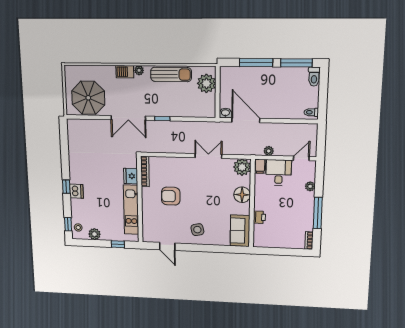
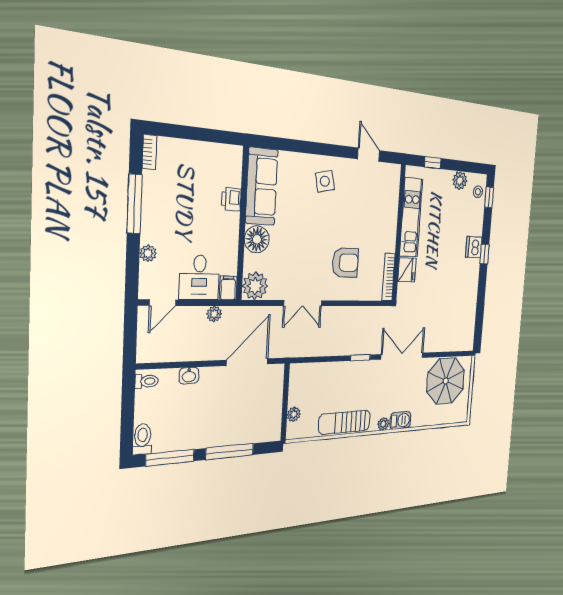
plant: (206, 83) -> (294, 414), width x0.53, depth x0.53
washbasin: (225, 113) -> (189, 376), moved
door: (246, 120) -> (247, 362), swing flipped
armchair: (171, 196) -> (345, 263), moved
sofa: (240, 231) -> (262, 186), width x1.36

